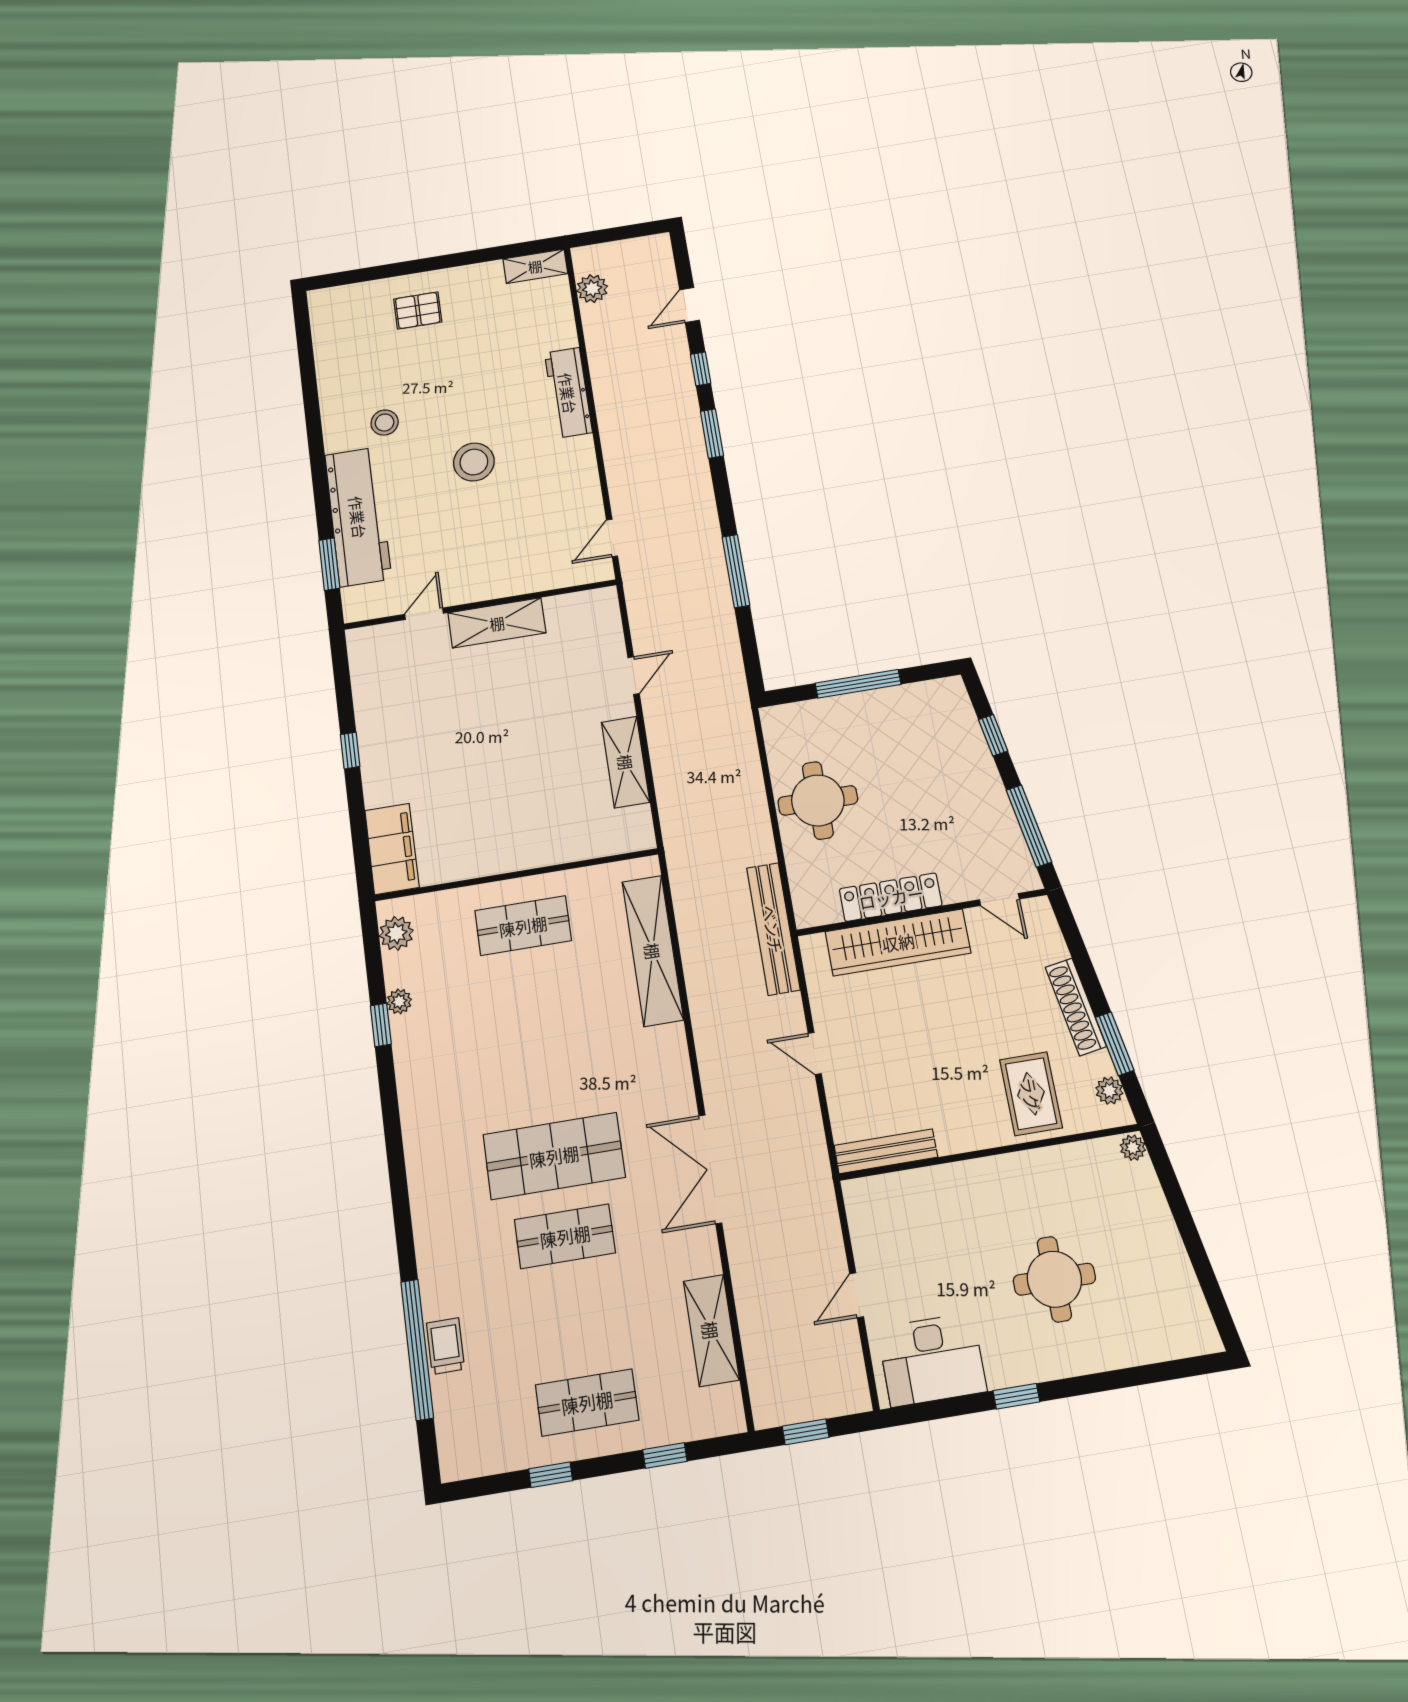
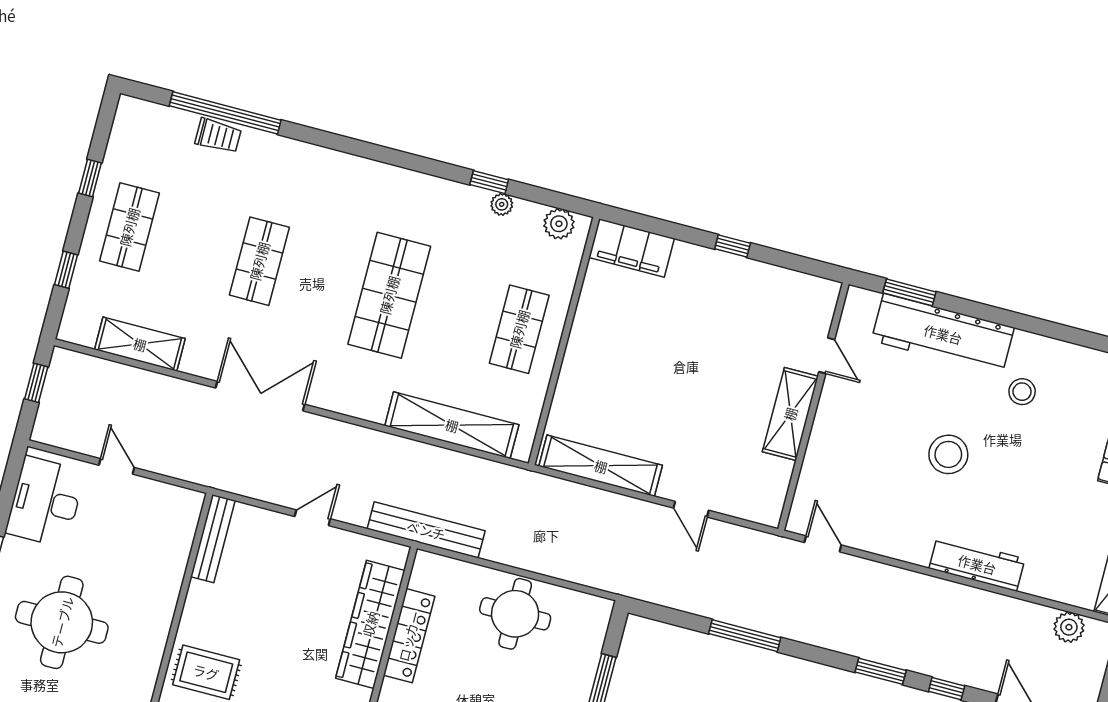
shelving: (626, 762) -> (601, 466), width x1.47
shop shelf: (554, 1156) -> (389, 295), moved
round table: (1054, 1279) -> (62, 622), width x1.36, depth x1.36

